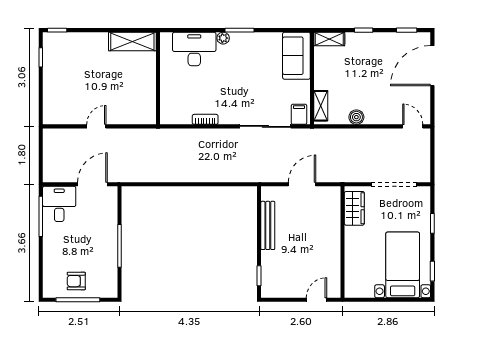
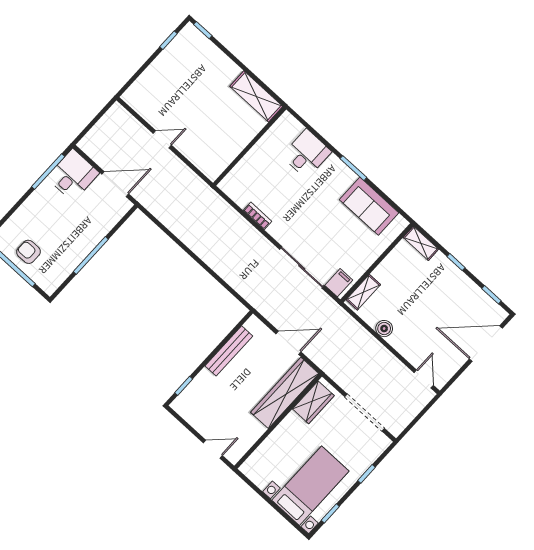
plant: (223, 38) -> (334, 162), removed
desk: (194, 49) -> (307, 154), width x0.73
sofa: (296, 56) -> (369, 206), moved, turned -90
wardrobe: (330, 219) -> (285, 393), added

